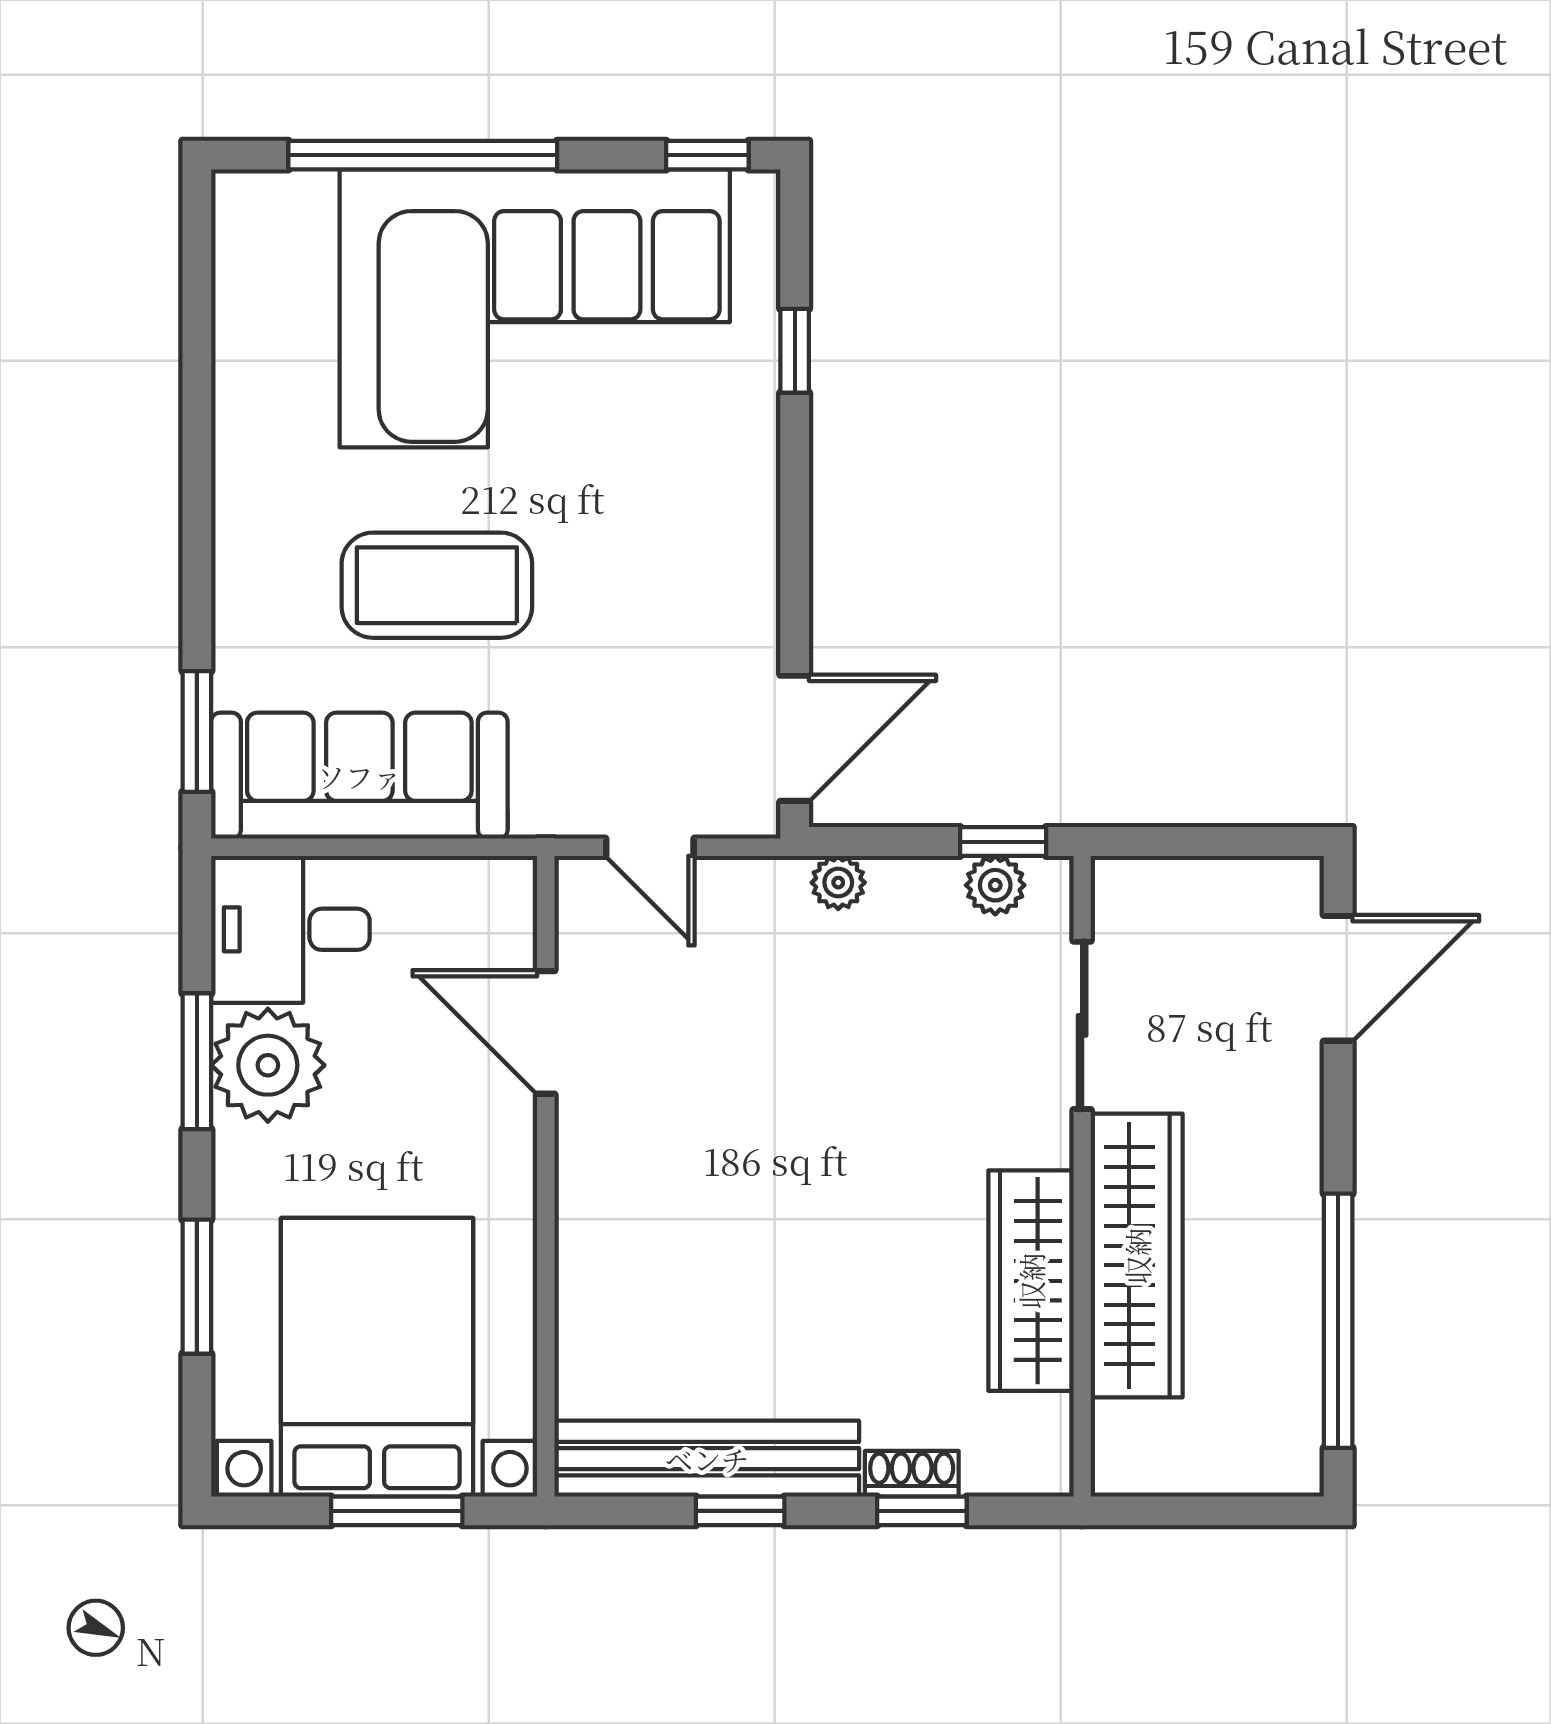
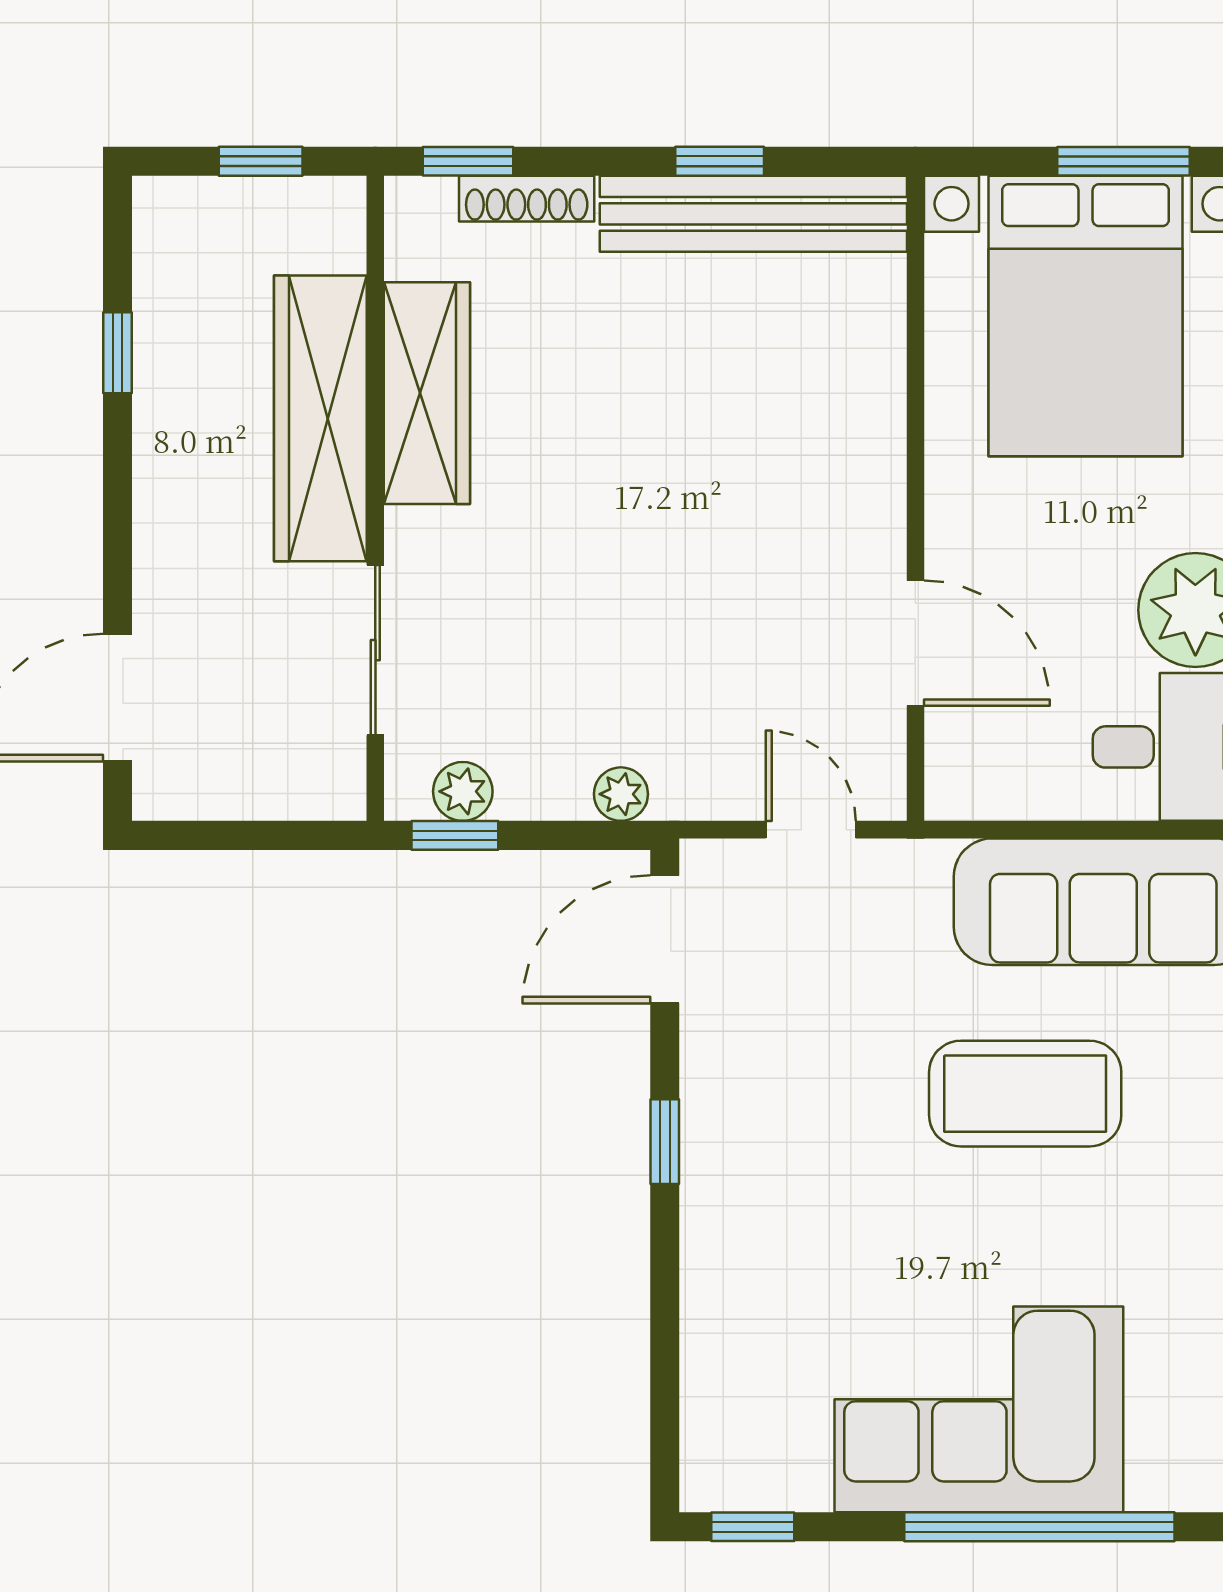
corner sofa: (535, 308) -> (979, 1409), width x0.73, depth x0.74
window: (795, 351) -> (665, 1142), moved
window: (1338, 1321) -> (117, 353), width x0.32
shoe rack: (912, 1474) -> (527, 199), width x1.43
window: (397, 1511) -> (1124, 161), moved
window: (922, 1511) -> (468, 161), moved
window: (1196, 1511) -> (261, 161), added

